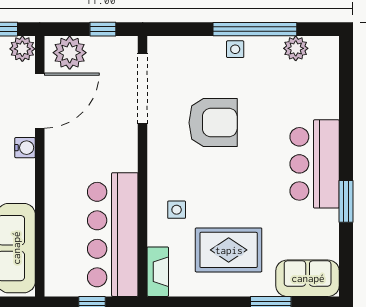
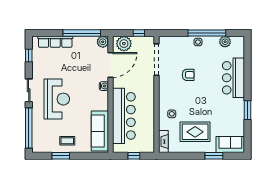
armchair: (213, 123) -> (188, 75), width x0.53, depth x0.53
bar counter: (315, 164) -> (234, 78), moved
bar counter: (113, 235) -> (124, 116), moved, turned 180

